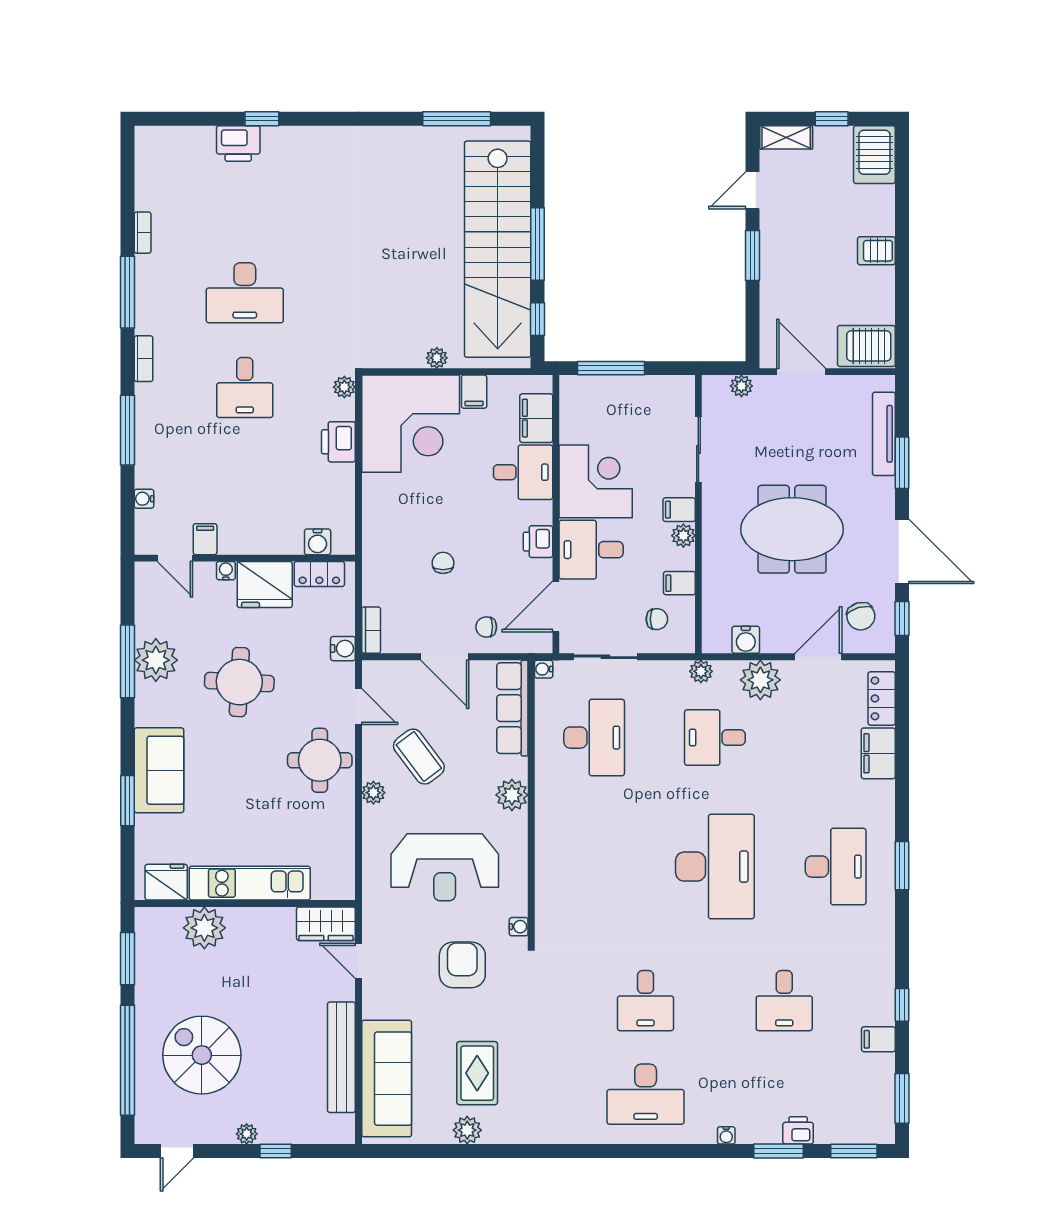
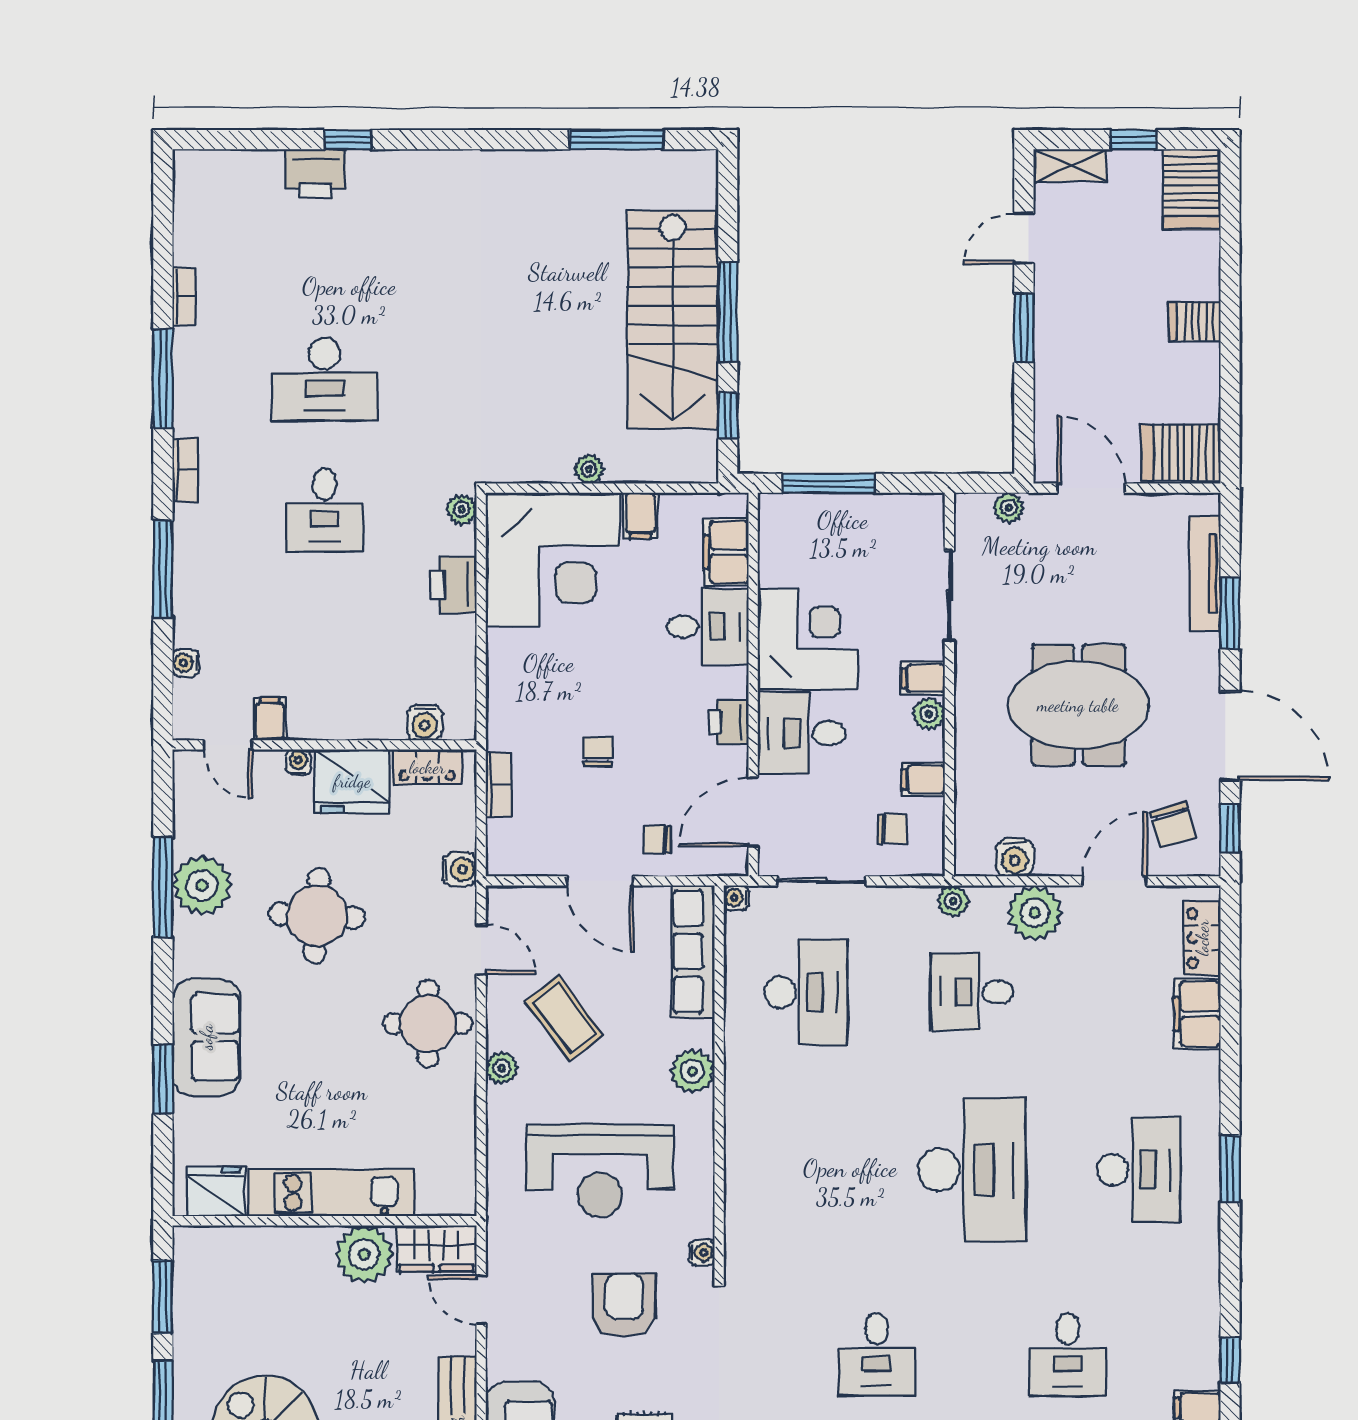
stairs: (498, 249) -> (673, 319), width x0.73
bookcase: (371, 630) -> (499, 785), moved
plant: (204, 928) -> (364, 1254), moved

